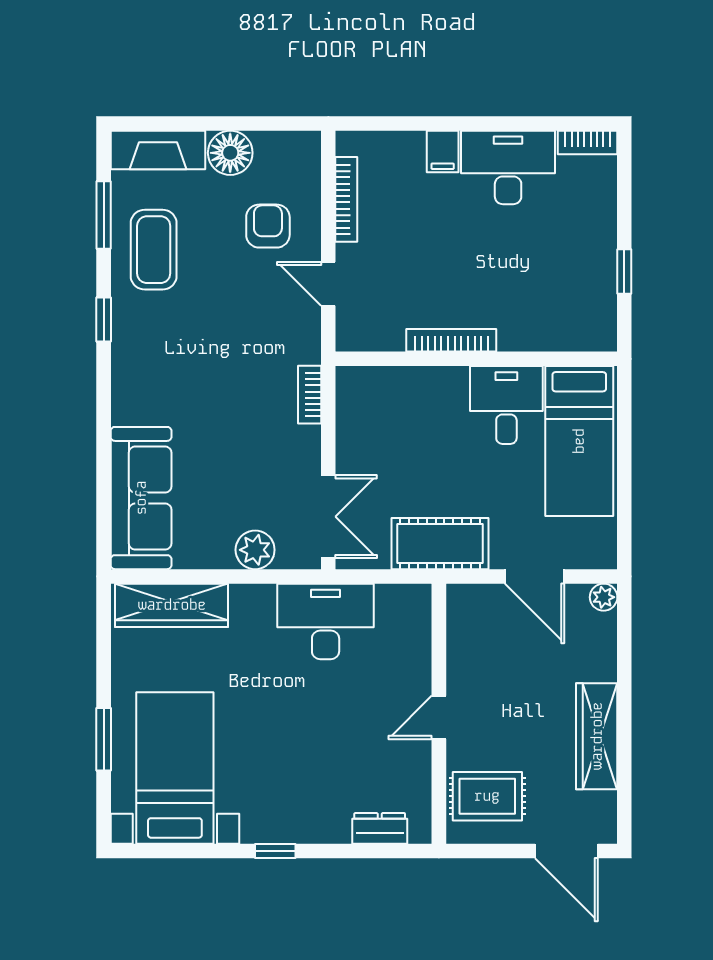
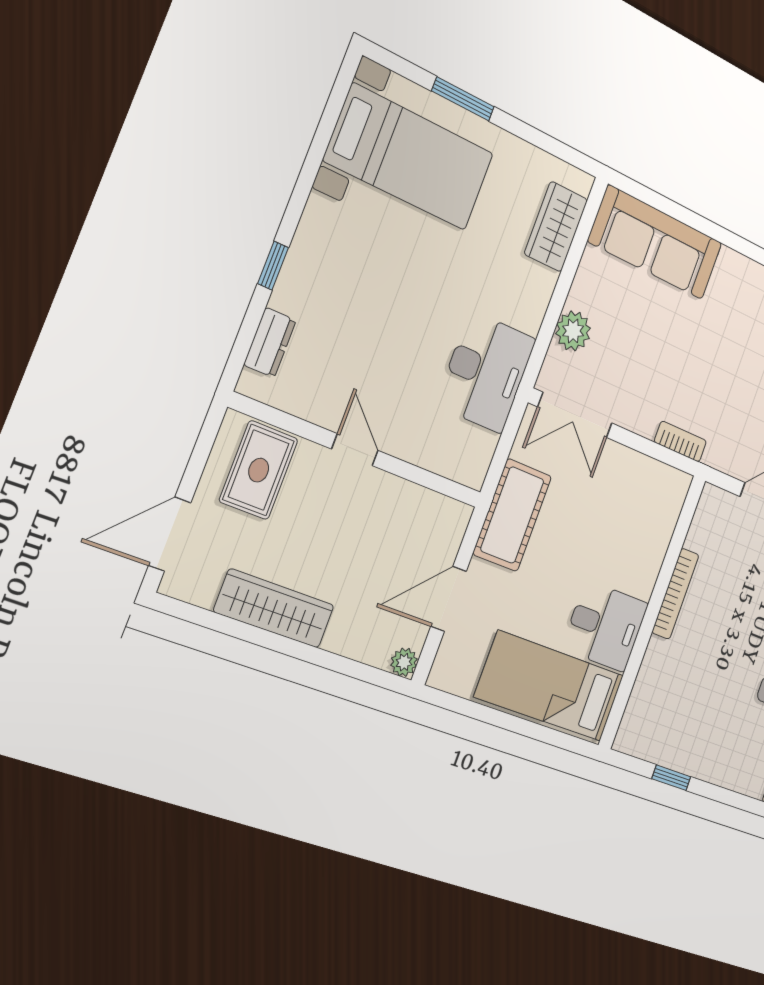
wardrobe: (172, 605) -> (556, 227), width x0.67
window: (275, 851) -> (273, 266), moved

